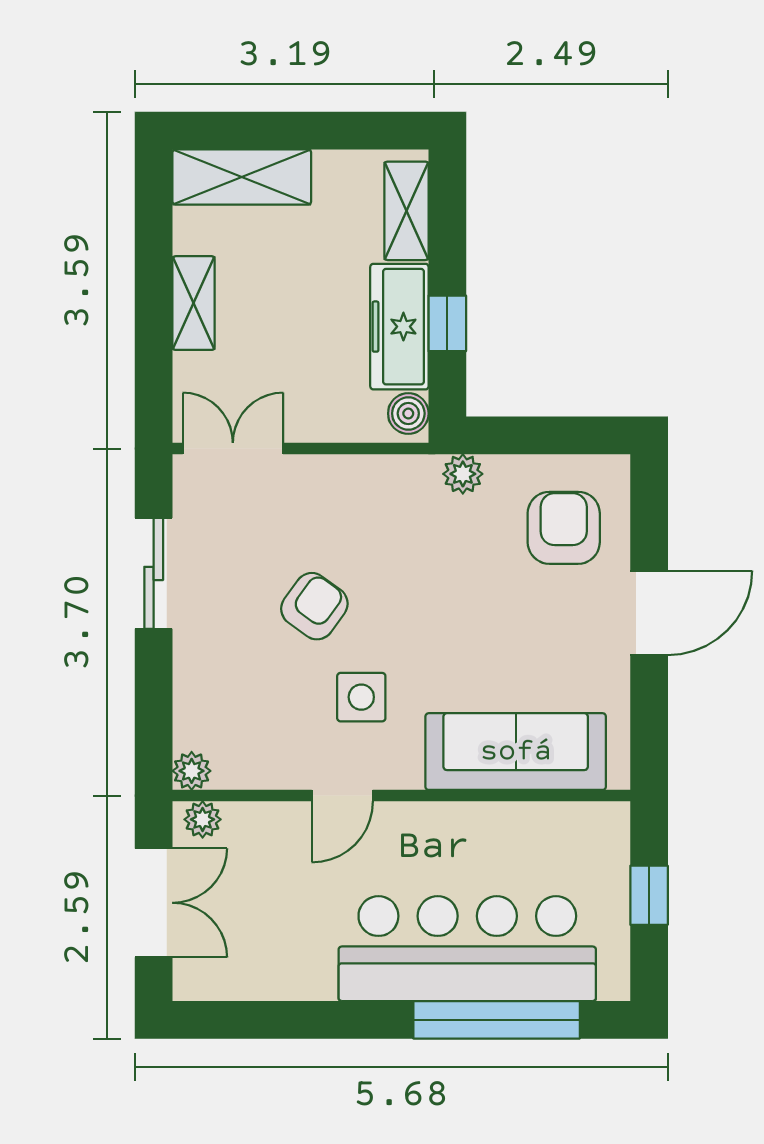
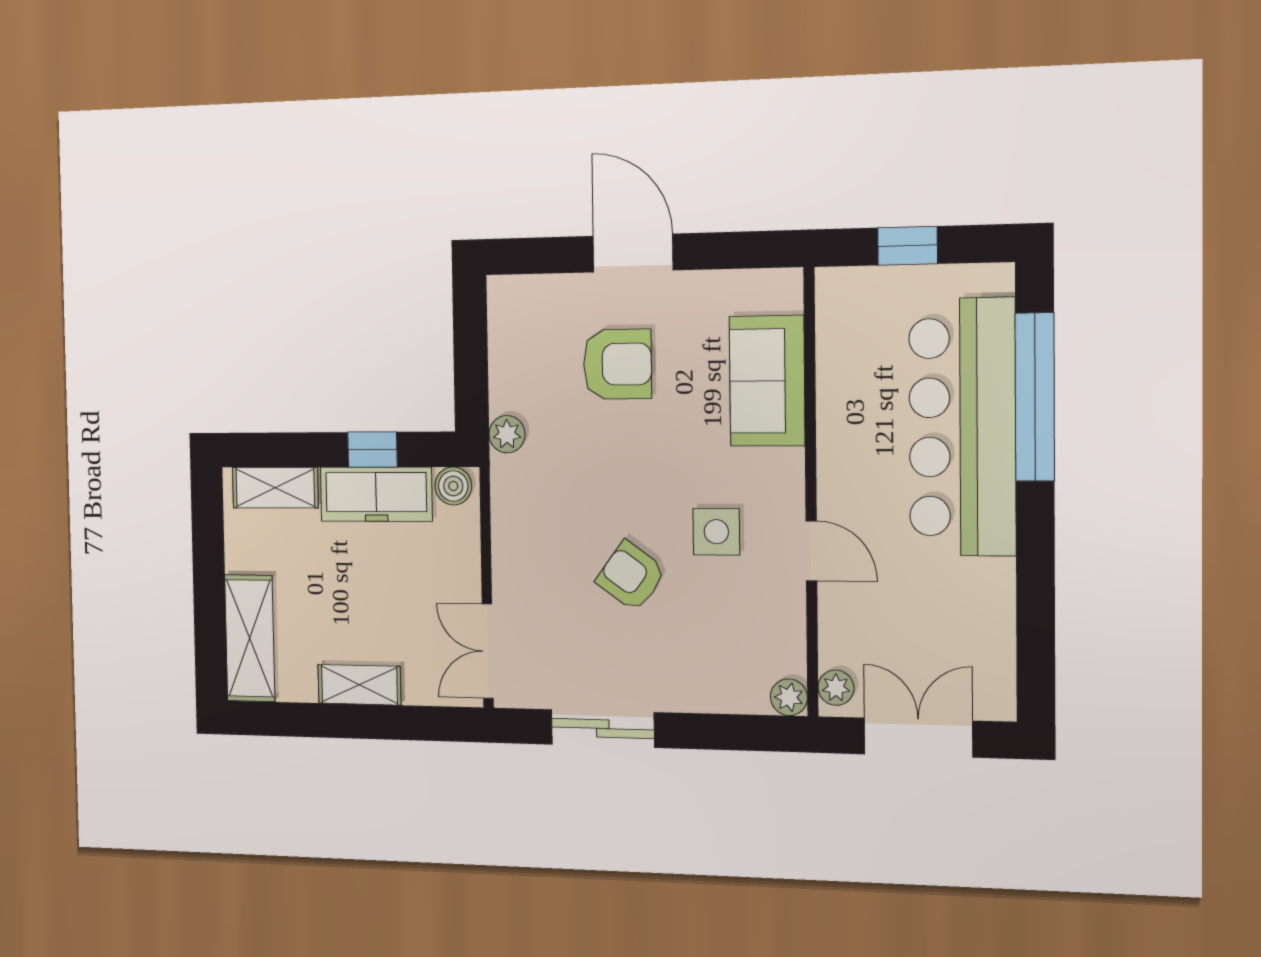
armchair: (564, 528) -> (617, 364), moved, turned 180
sofa: (516, 752) -> (767, 381), width x0.73

